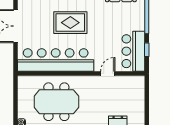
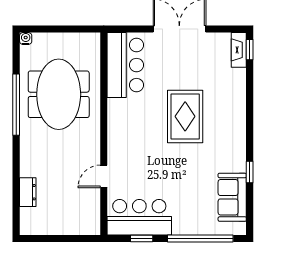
bar counter: (56, 60) -> (125, 65), width x0.54
door: (108, 73) -> (104, 176), swing flipped

